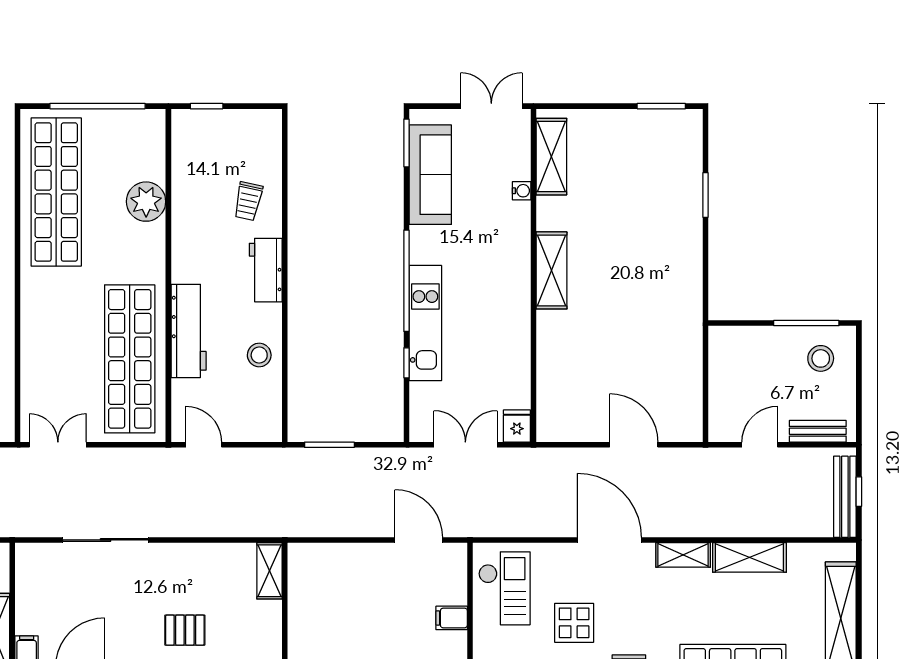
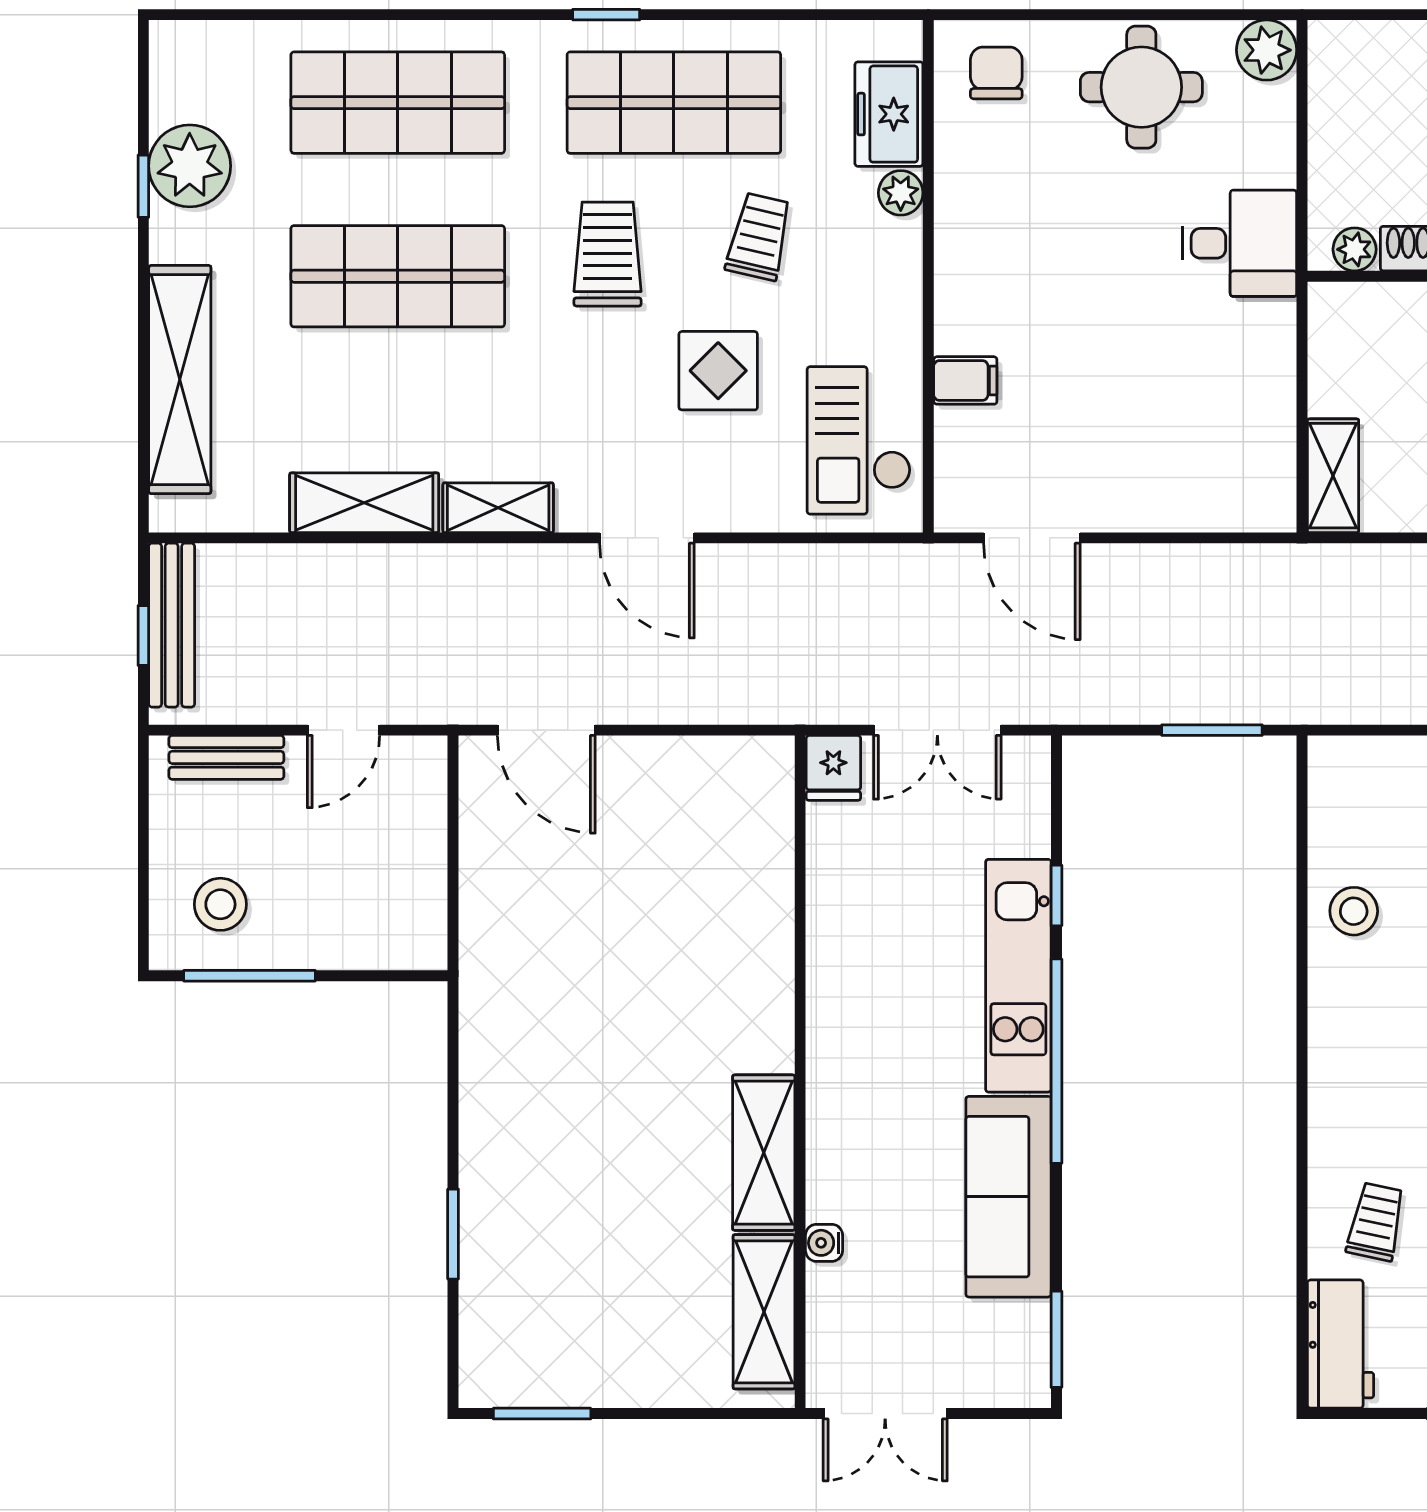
sofa: (430, 175) -> (1008, 1197), moved
workbench: (266, 270) -> (1341, 1344), moved
shelving: (552, 270) -> (764, 1153), moved
door: (634, 445) -> (546, 730), moved
door: (609, 540) -> (647, 538), width x0.73

